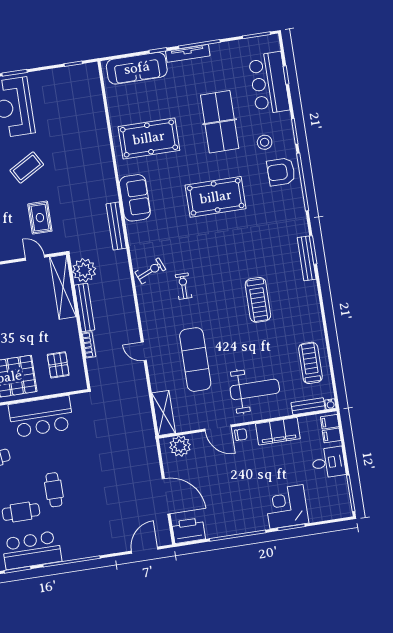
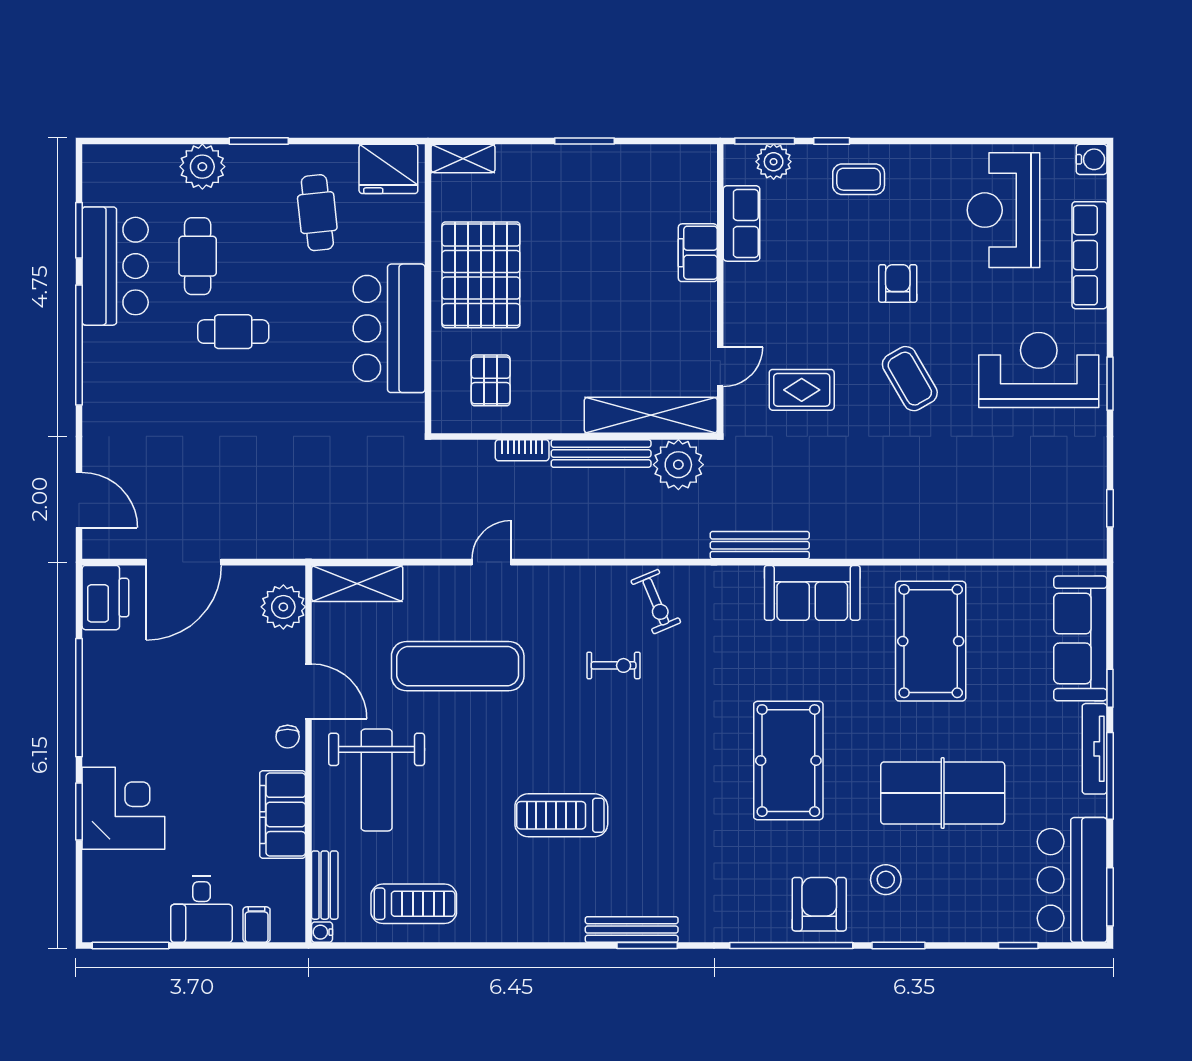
bar counter: (269, 83) -> (1072, 880), moved, turned -90
pallet: (58, 365) -> (491, 380), turned 90
filing cabinet: (330, 422) -> (286, 925), removed
door: (218, 428) -> (309, 691), swing flipped

